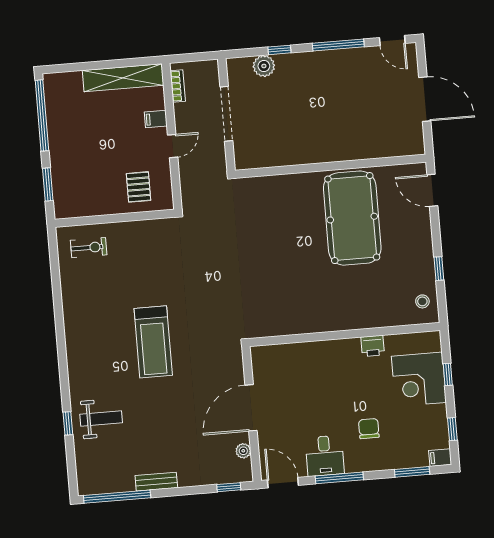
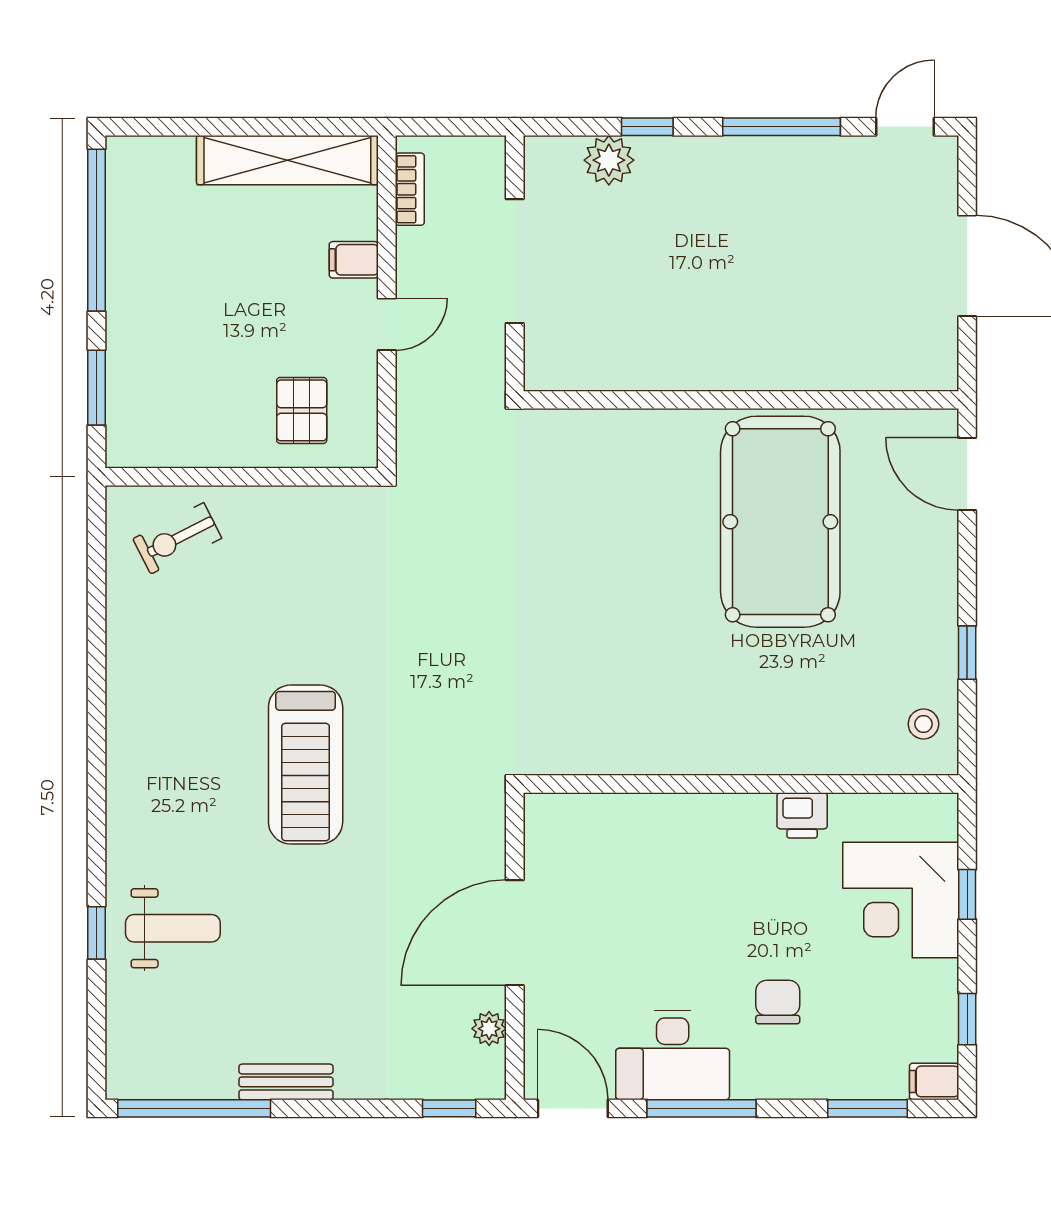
door: (392, 40) -> (905, 127), swing flipped
exercise bike: (89, 248) -> (177, 538), turned 153
desk: (325, 456) -> (673, 1055), width x1.37

